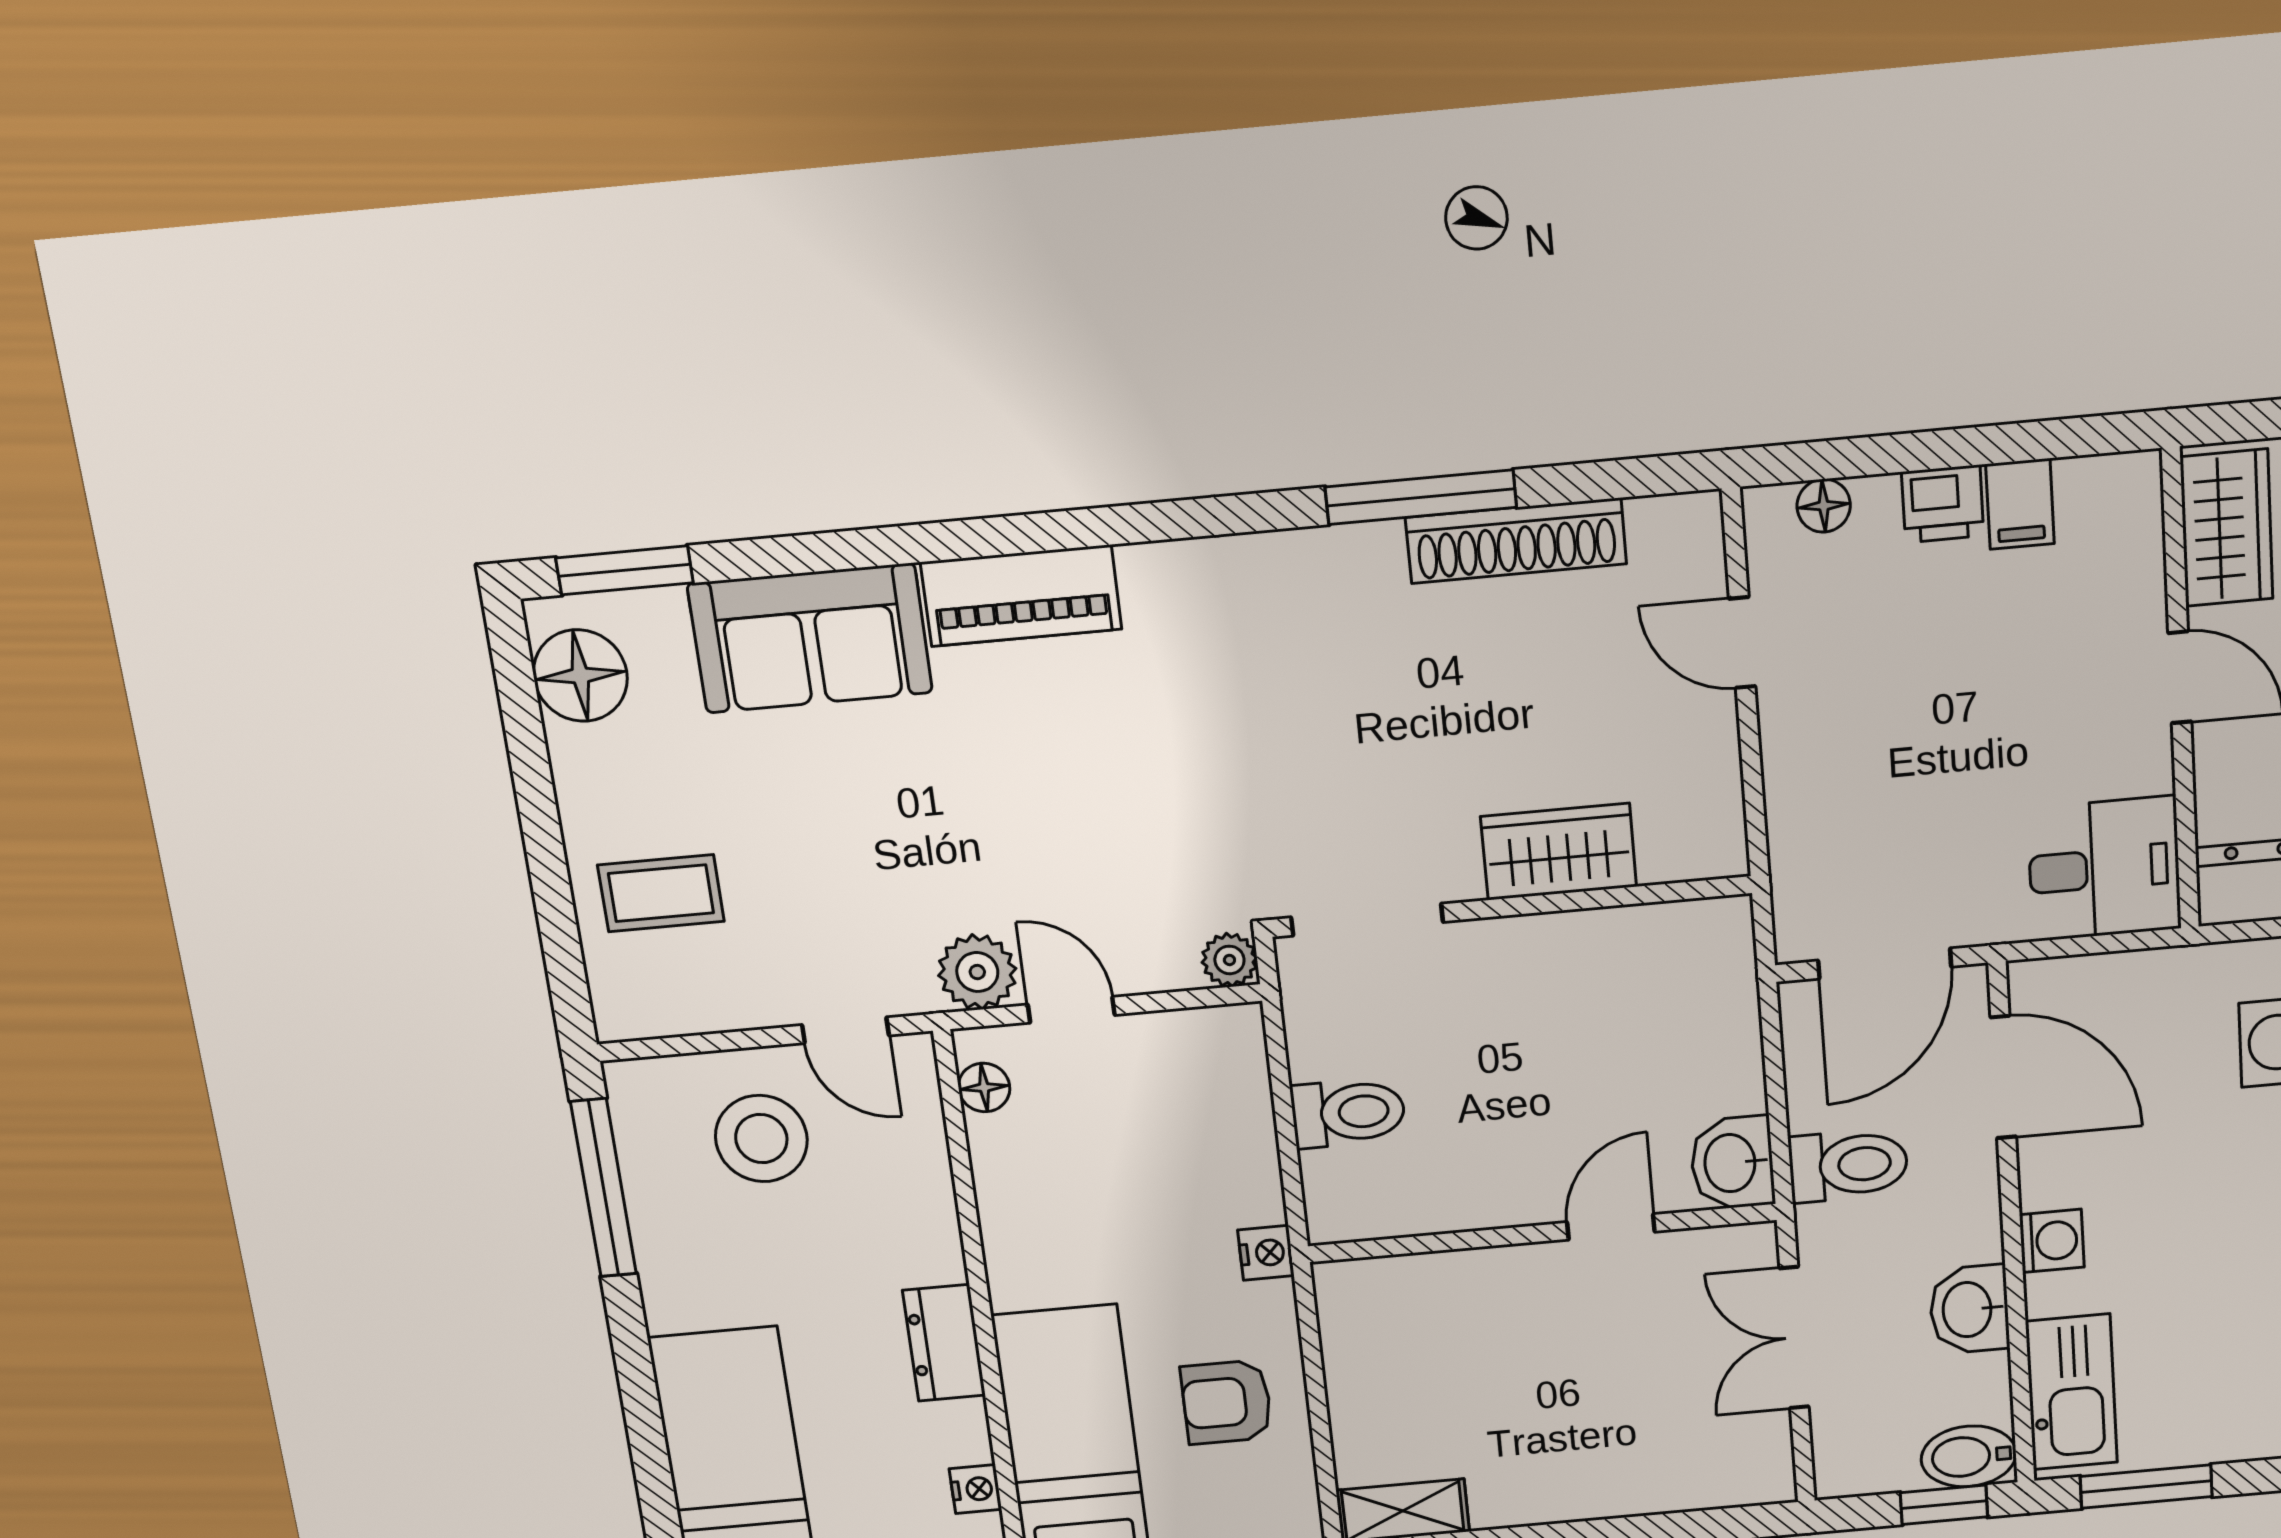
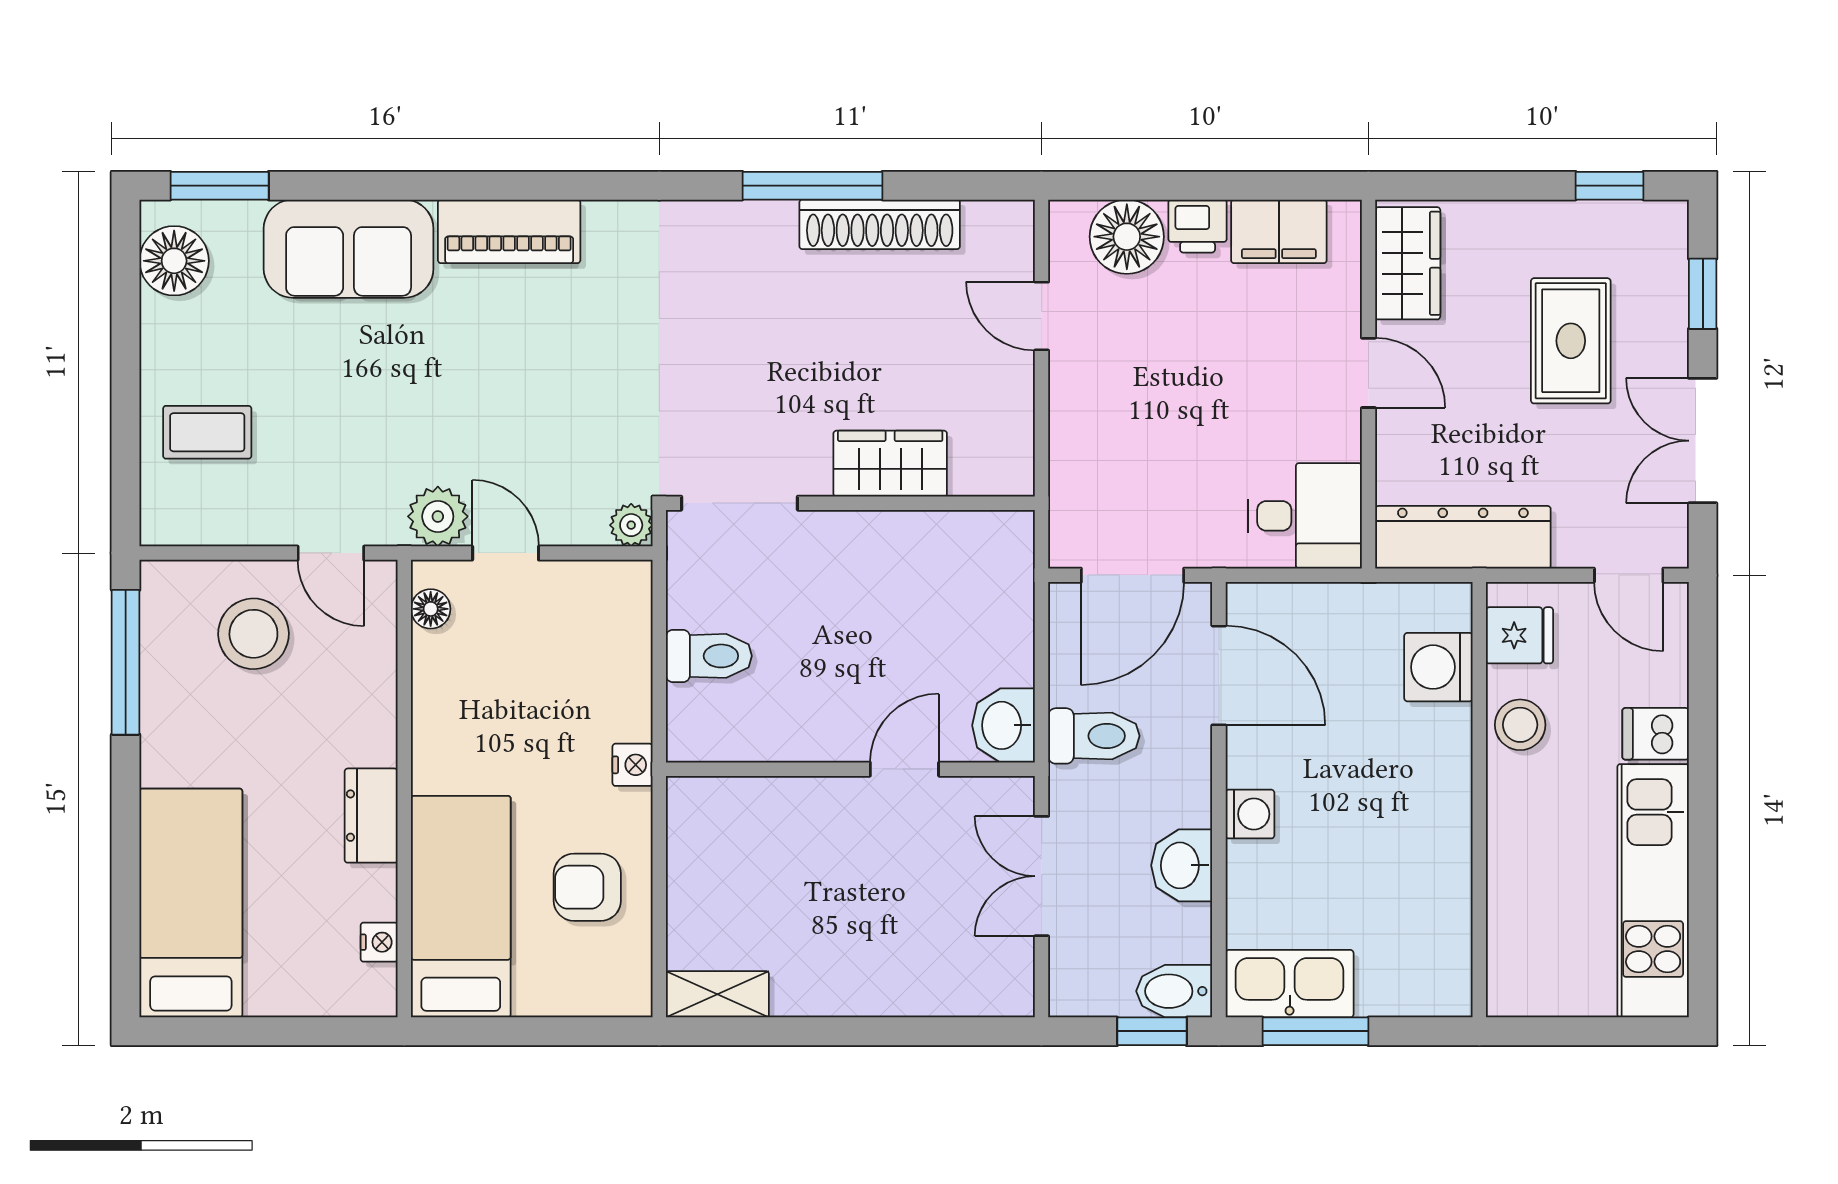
filing cabinet: (2020, 504) -> (1279, 231), width x2.00
floor lamp: (1824, 506) -> (1127, 237), width x1.89, depth x1.89
kitchen sink: (2071, 1392) -> (1290, 984), moved, turned -90

